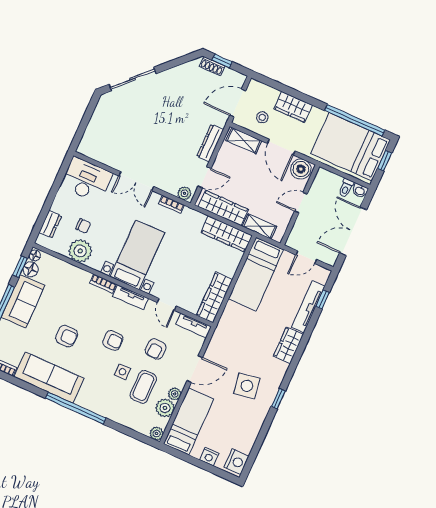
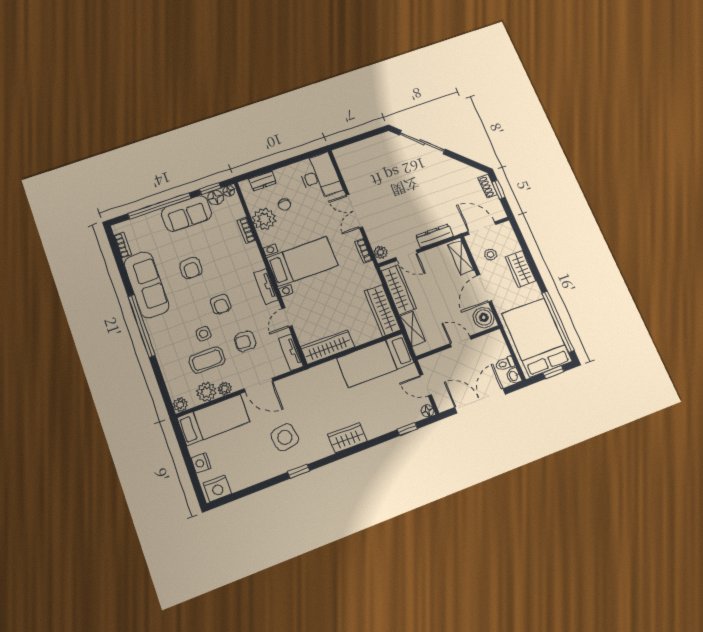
floor lamp: (324, 274) -> (427, 411), added
bookcase: (103, 284) -> (246, 230), moved
tv unit: (308, 307) -> (391, 424), removed

